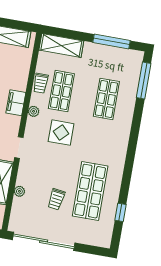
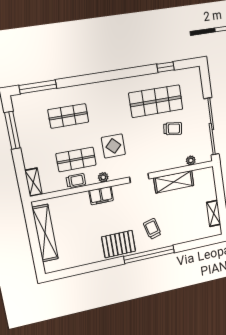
shelving: (61, 45) -> (33, 182), width x0.67, depth x0.75
plant: (19, 191) -> (191, 160), moved

